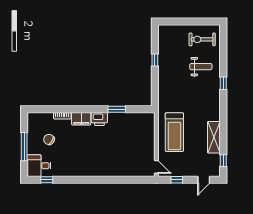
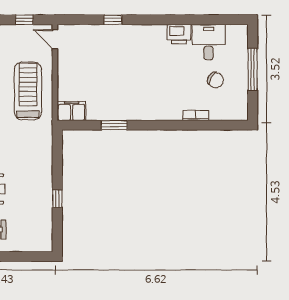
filing cabinet: (81, 119) -> (71, 111), moved
printer: (99, 119) -> (179, 34), moved, turned 180
desk: (39, 166) -> (209, 42), moved, turned -90
window: (47, 180) -> (113, 20), moved

